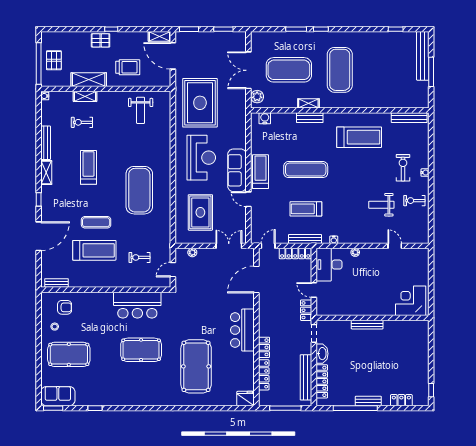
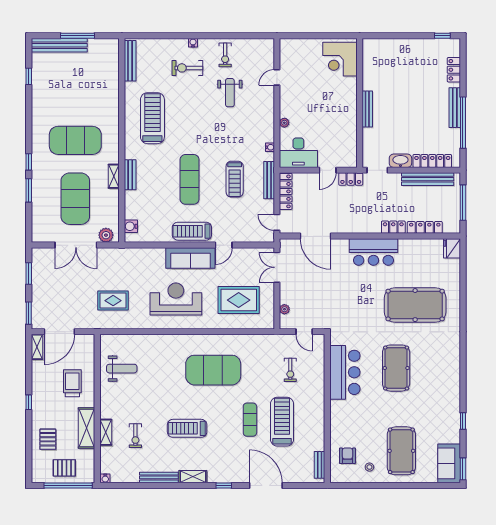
pallet: (101, 40) -> (48, 439), moved
rug: (200, 103) -> (113, 301), width x0.54, depth x0.49
bench: (368, 401) -> (455, 108), width x1.36

